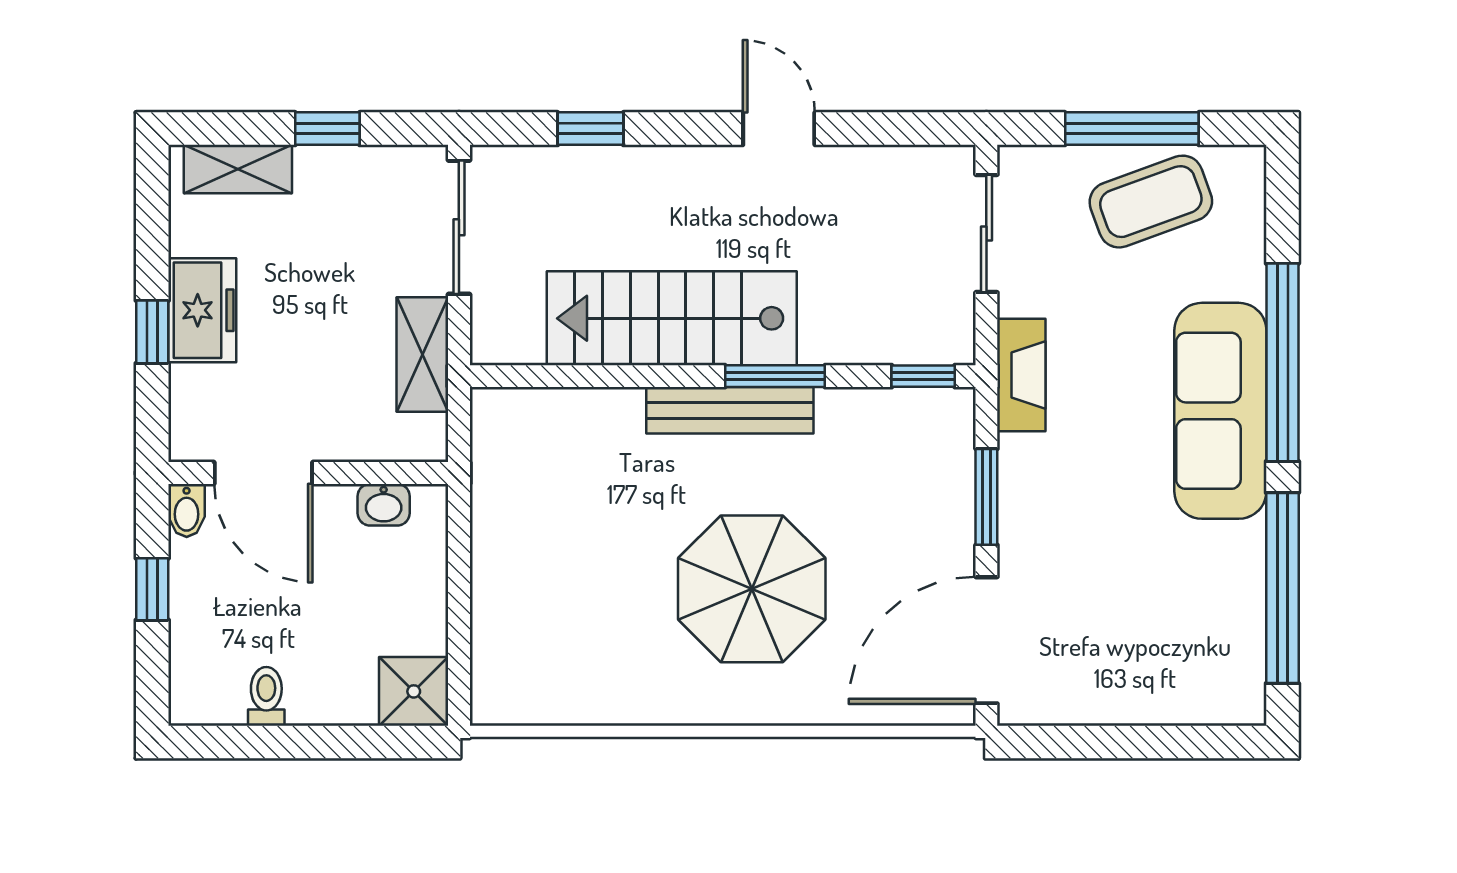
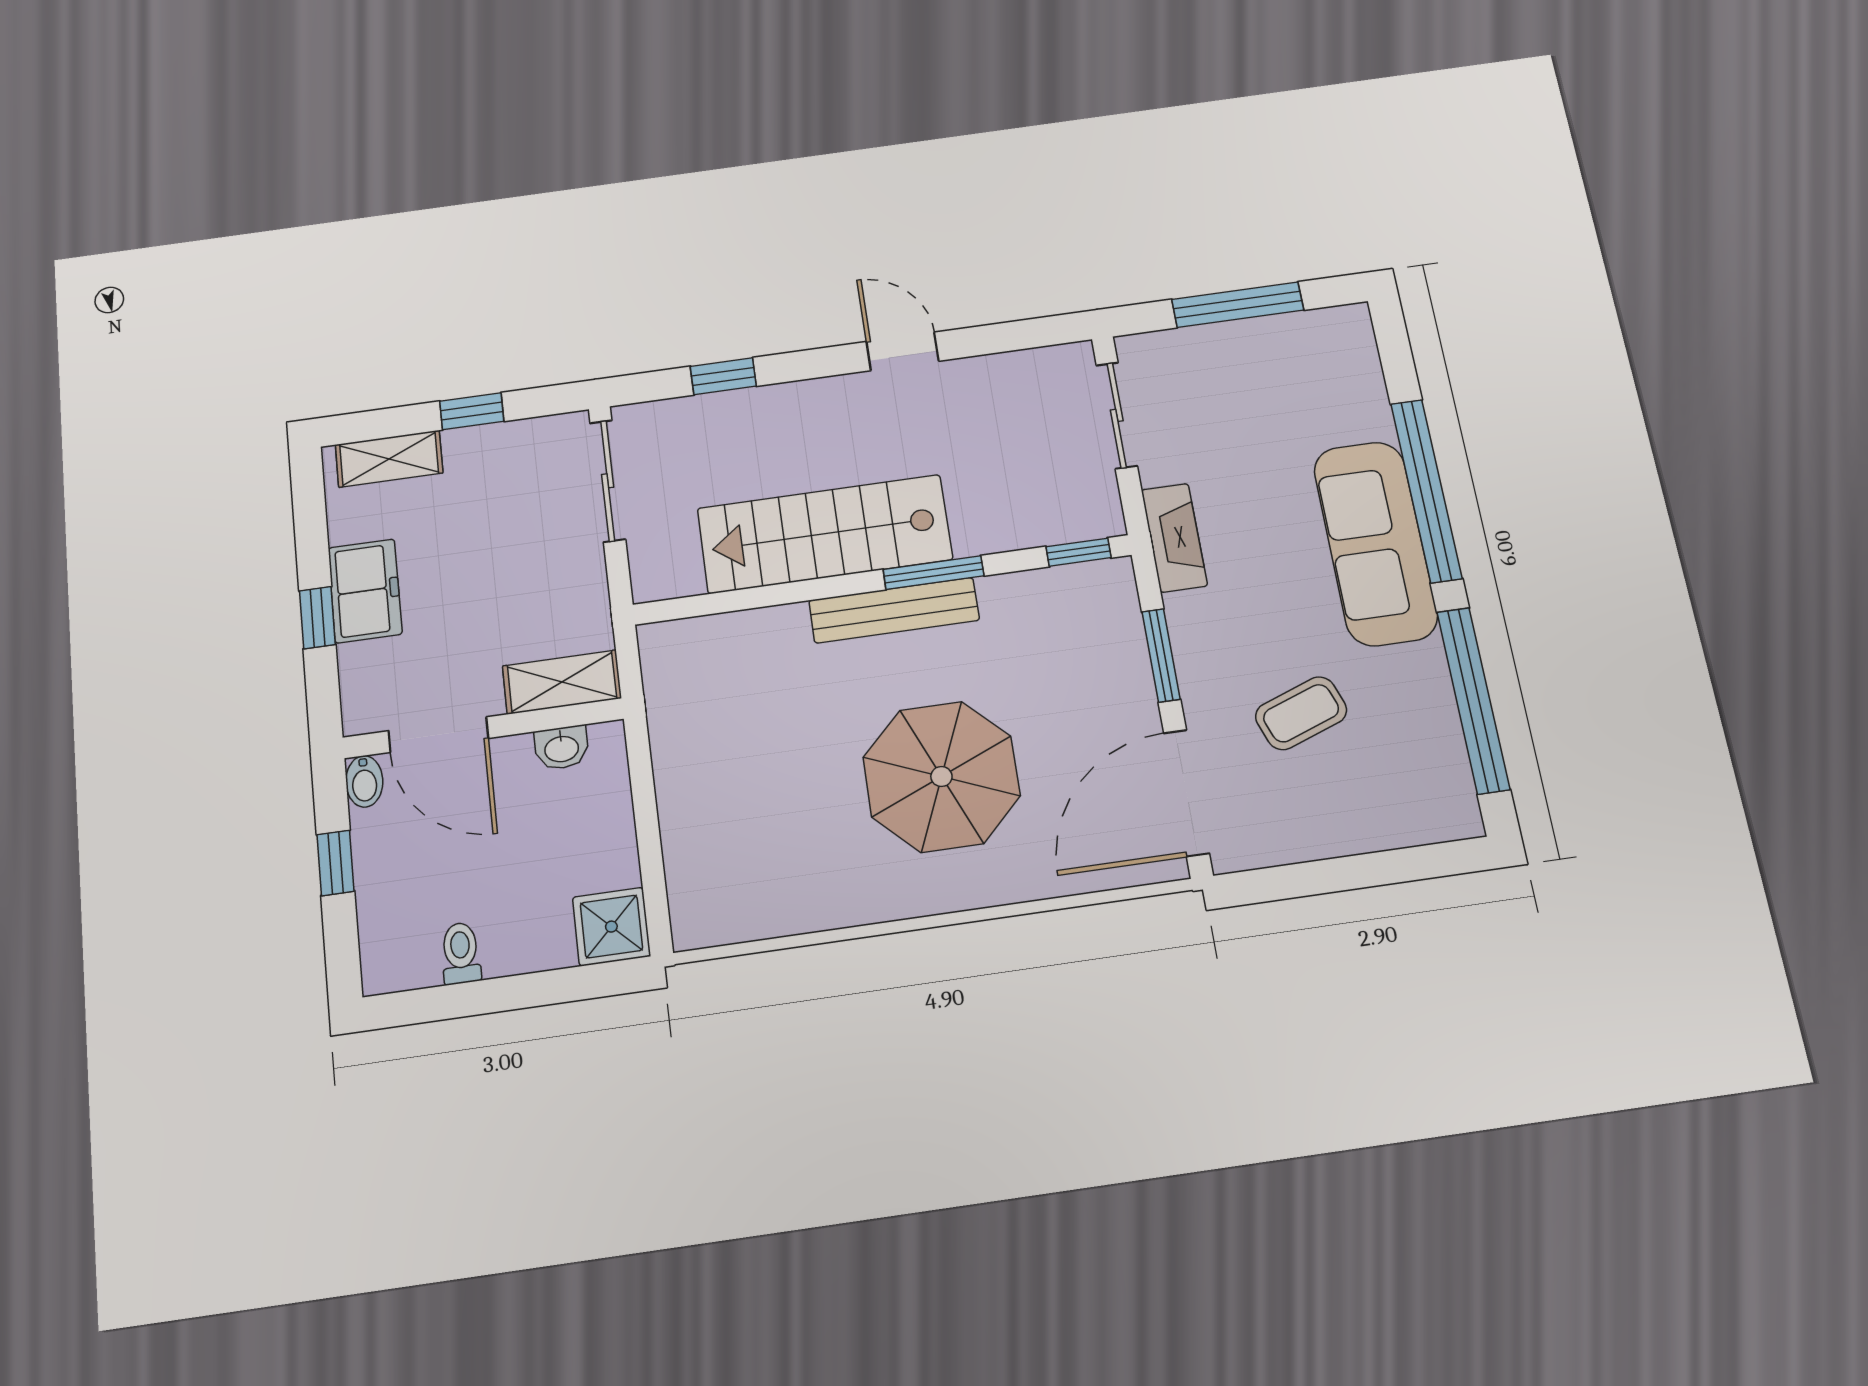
coffee table: (1151, 202) -> (1301, 713), moved, width x0.73, depth x0.77
shelving: (422, 355) -> (562, 682), moved, turned 90

